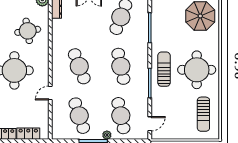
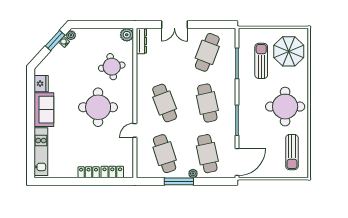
sun lounger: (164, 69) -> (261, 61), moved
door: (150, 124) -> (237, 162), width x1.87

